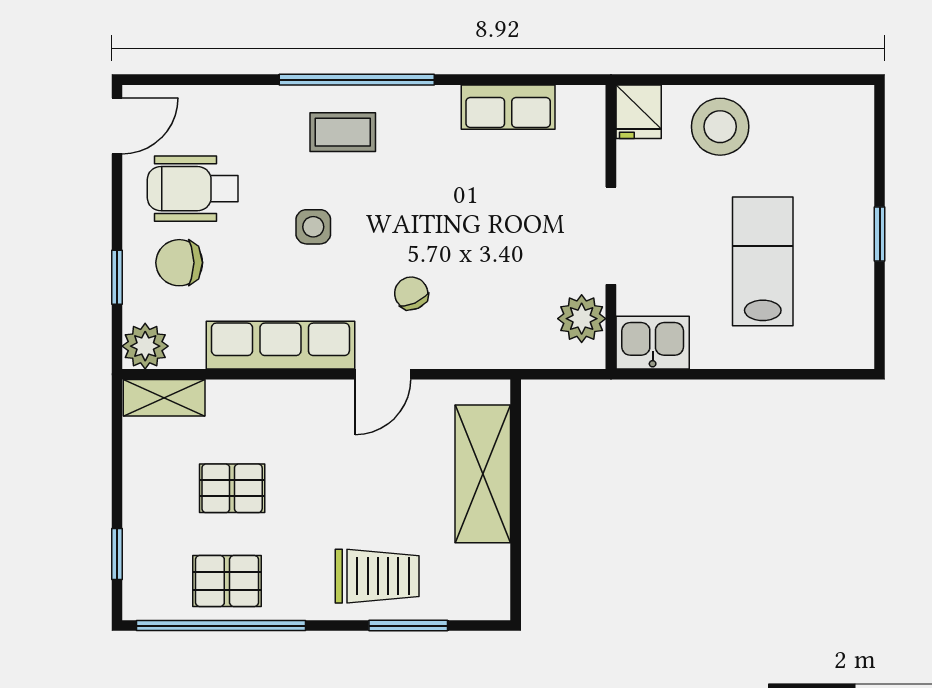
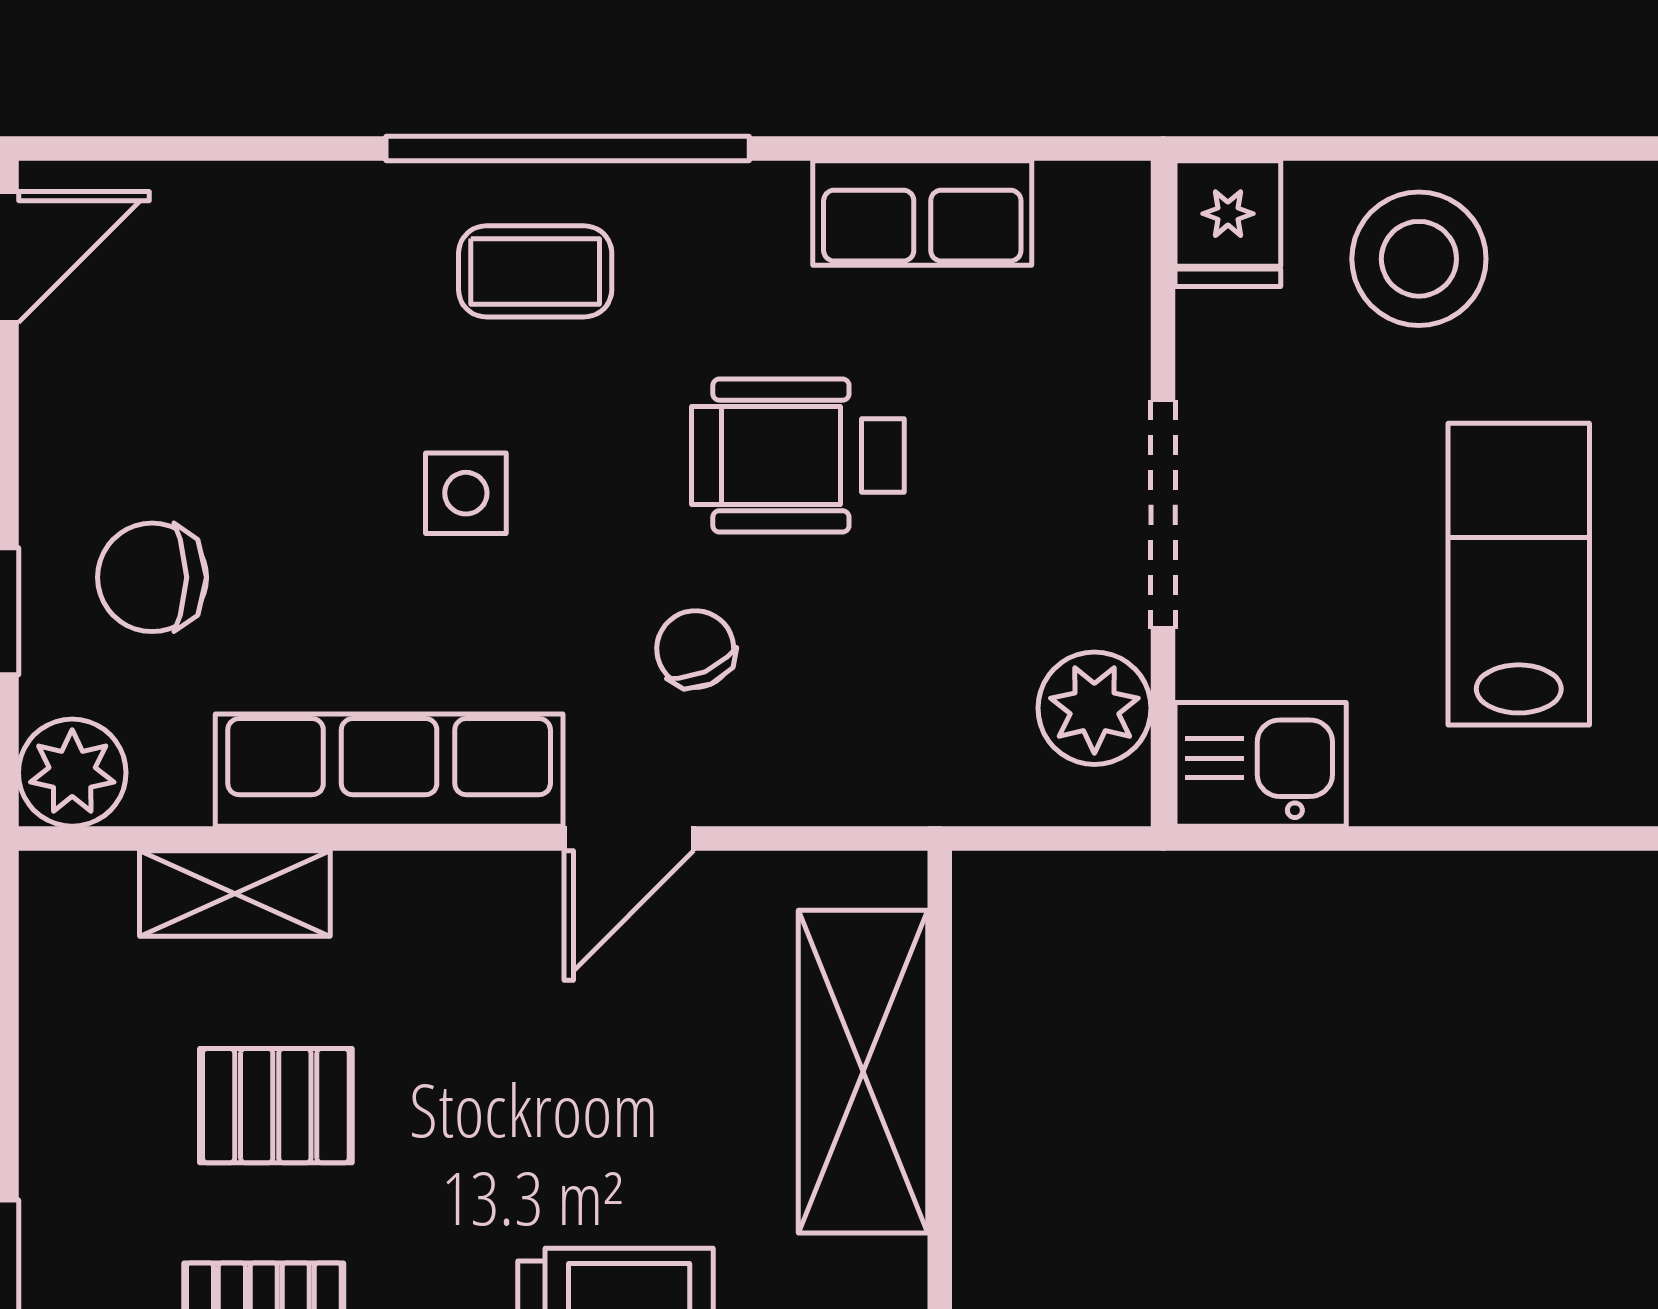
wheelchair: (193, 189) -> (798, 455), moved
shelving: (164, 398) -> (235, 894), moved

